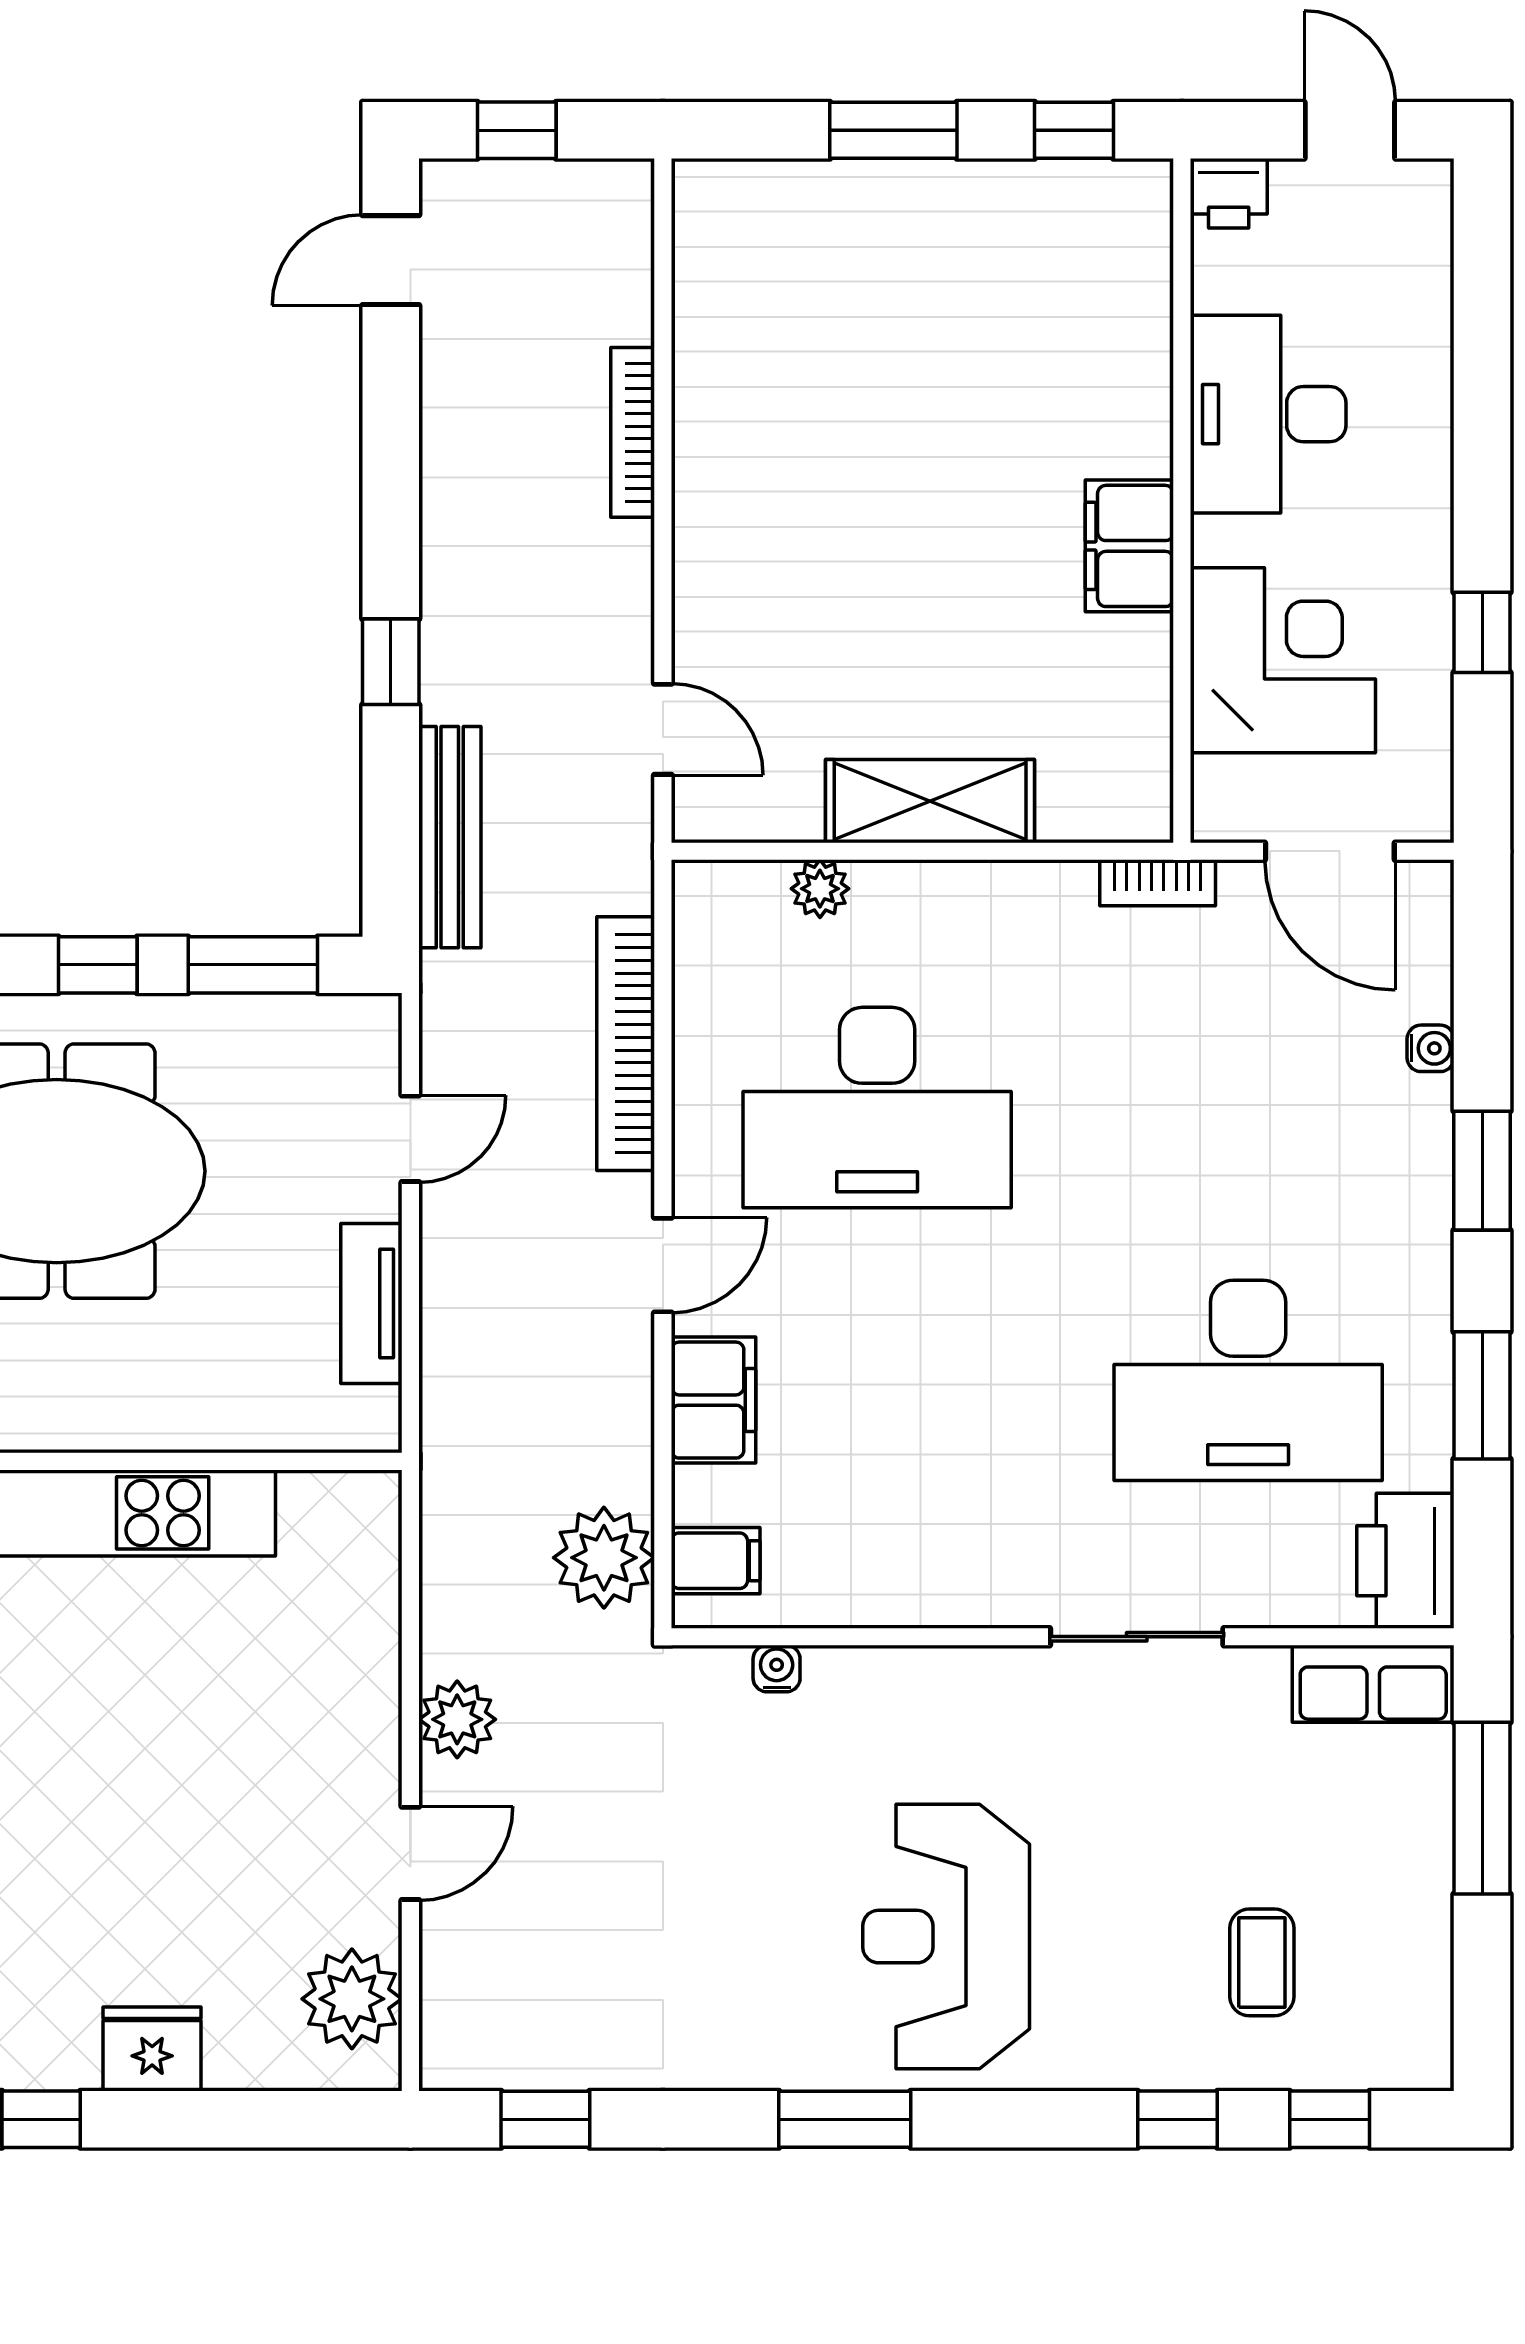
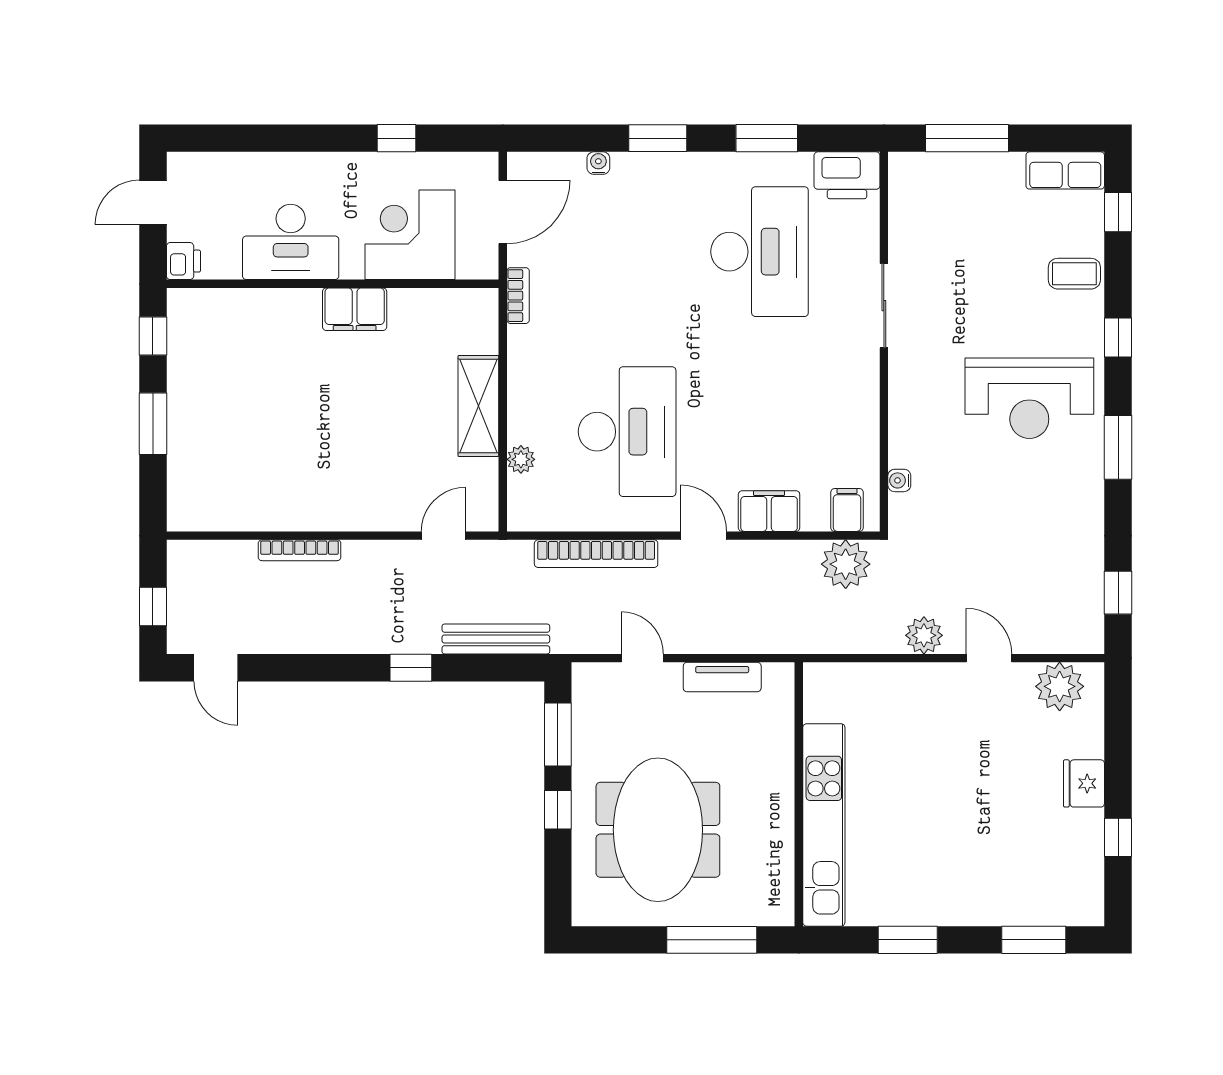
row of seats: (1373, 1684) -> (1065, 170), moved, turned 90
coffee table: (1262, 1962) -> (1074, 274), moved
window: (1177, 2119) -> (1118, 338), moved

